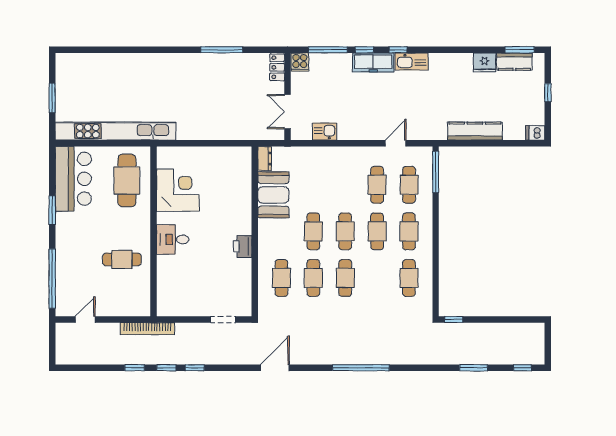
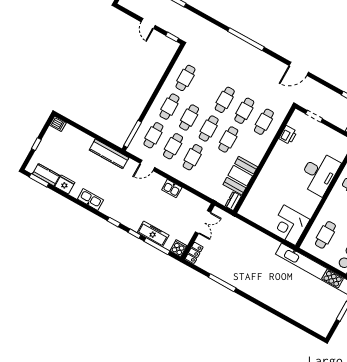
freezer: (373, 62) -> (153, 234), moved
kitchen sink: (411, 62) -> (90, 200), moved
kitchen counter: (475, 131) -> (109, 154), moved
kitchen sink: (325, 132) -> (172, 189), moved
cafe table: (127, 180) -> (325, 235), width x0.73, depth x0.74
cafe table: (345, 185) -> (193, 157), added
corner desk: (178, 190) -> (290, 225), moved
desk: (173, 239) -> (319, 173), width x1.87, depth x1.30
printer: (243, 246) -> (288, 135), moved
door: (493, 319) -> (148, 24), added

